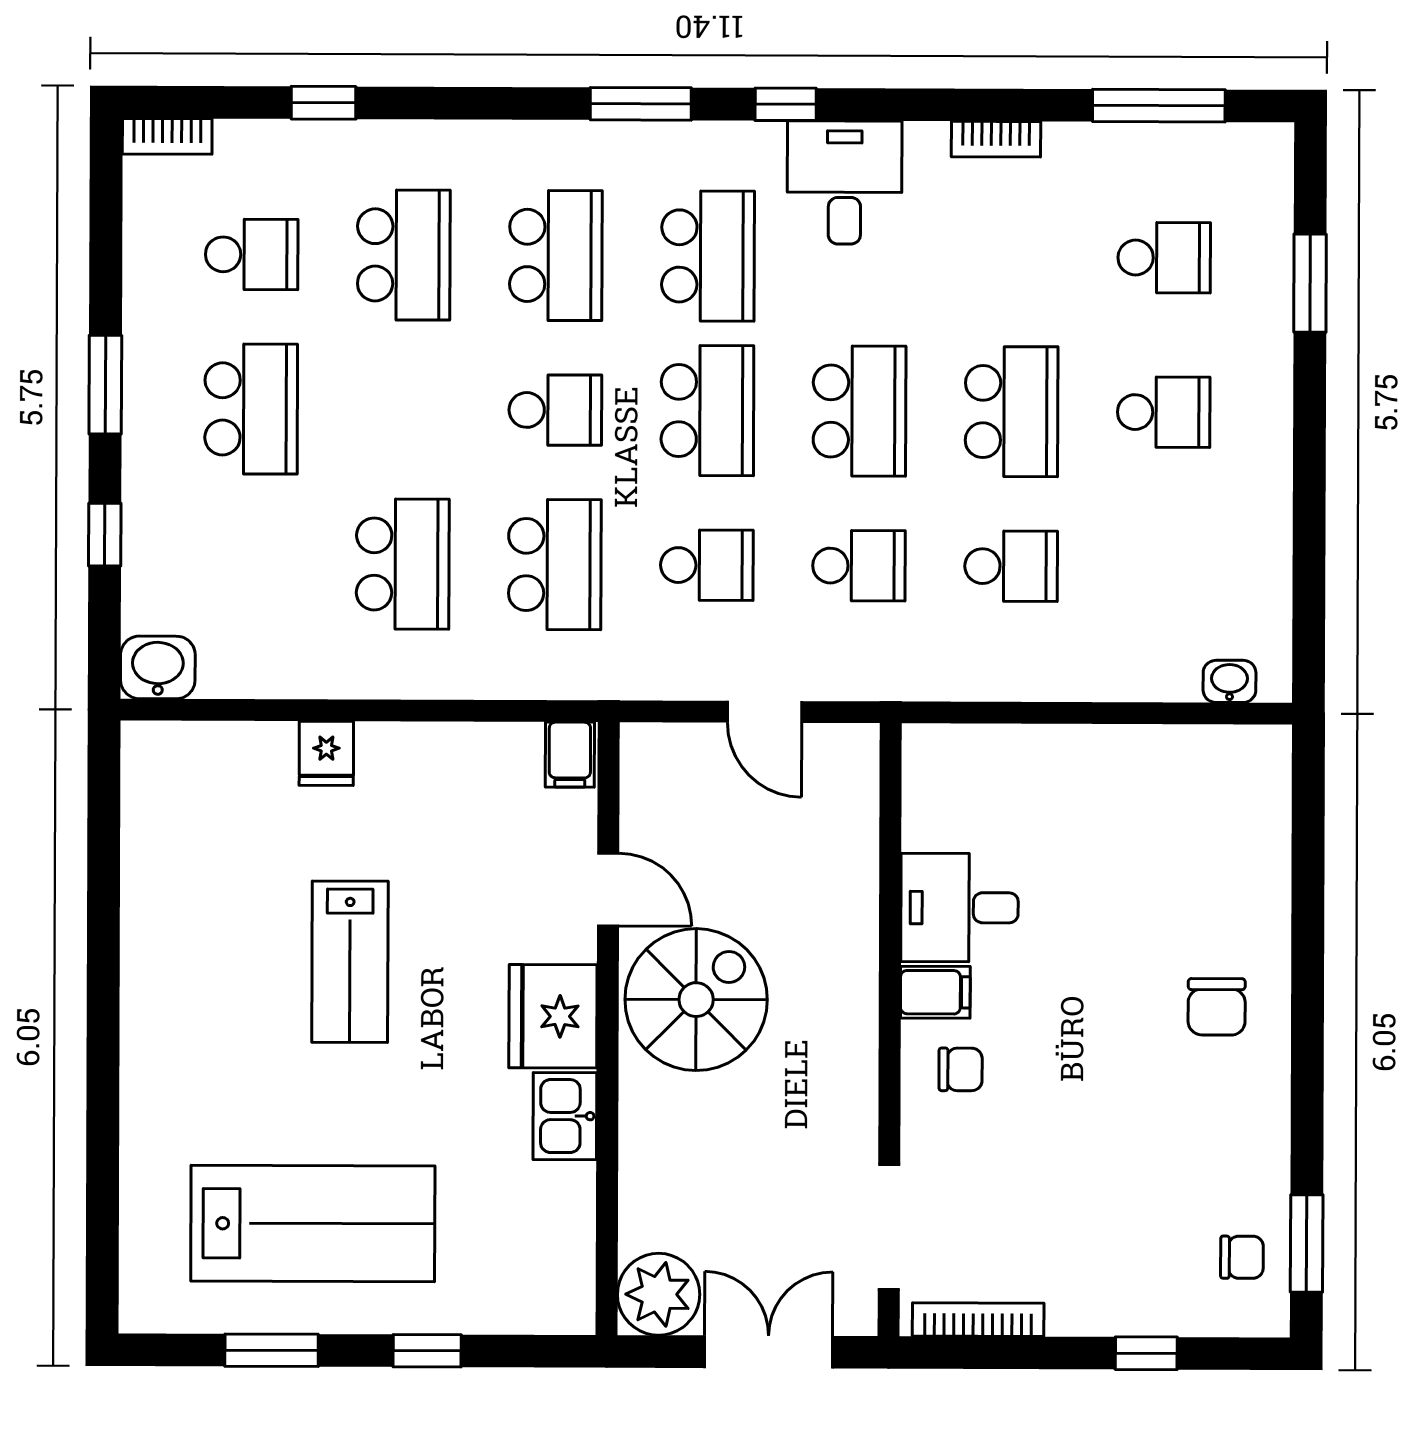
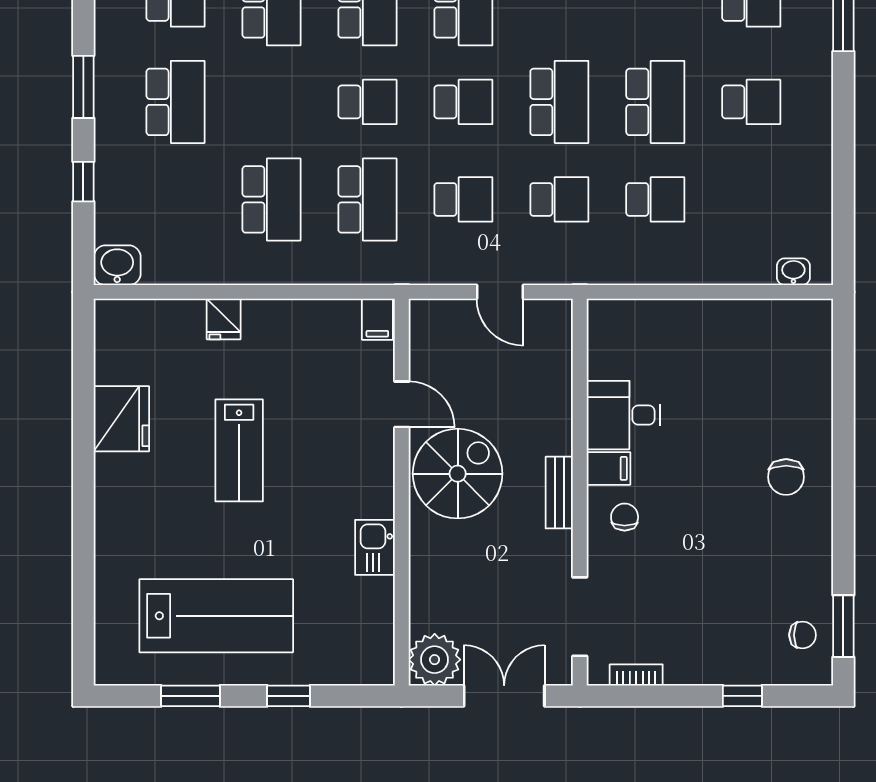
school desk: (707, 411) -> (463, 102), width x0.54
fridge: (553, 1016) -> (121, 419), moved, turned 180
bench: (857, 1030) -> (559, 493), added
chair: (961, 1069) -> (625, 517), turned -90
bookcase: (978, 1320) -> (636, 675), width x0.64

